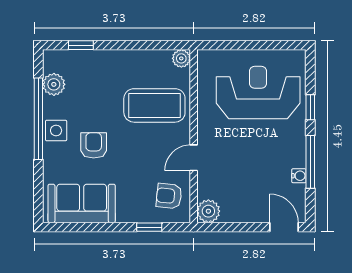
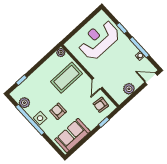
plant: (208, 211) -> (129, 89), moved

